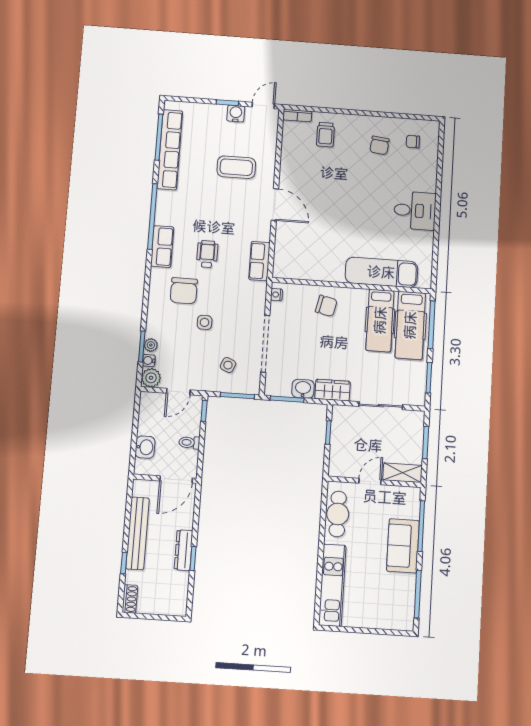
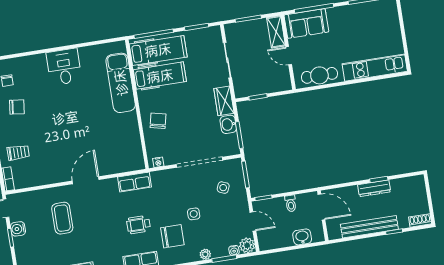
plant: (151, 345) -> (205, 254), moved
sofa: (403, 546) -> (306, 23), moved

